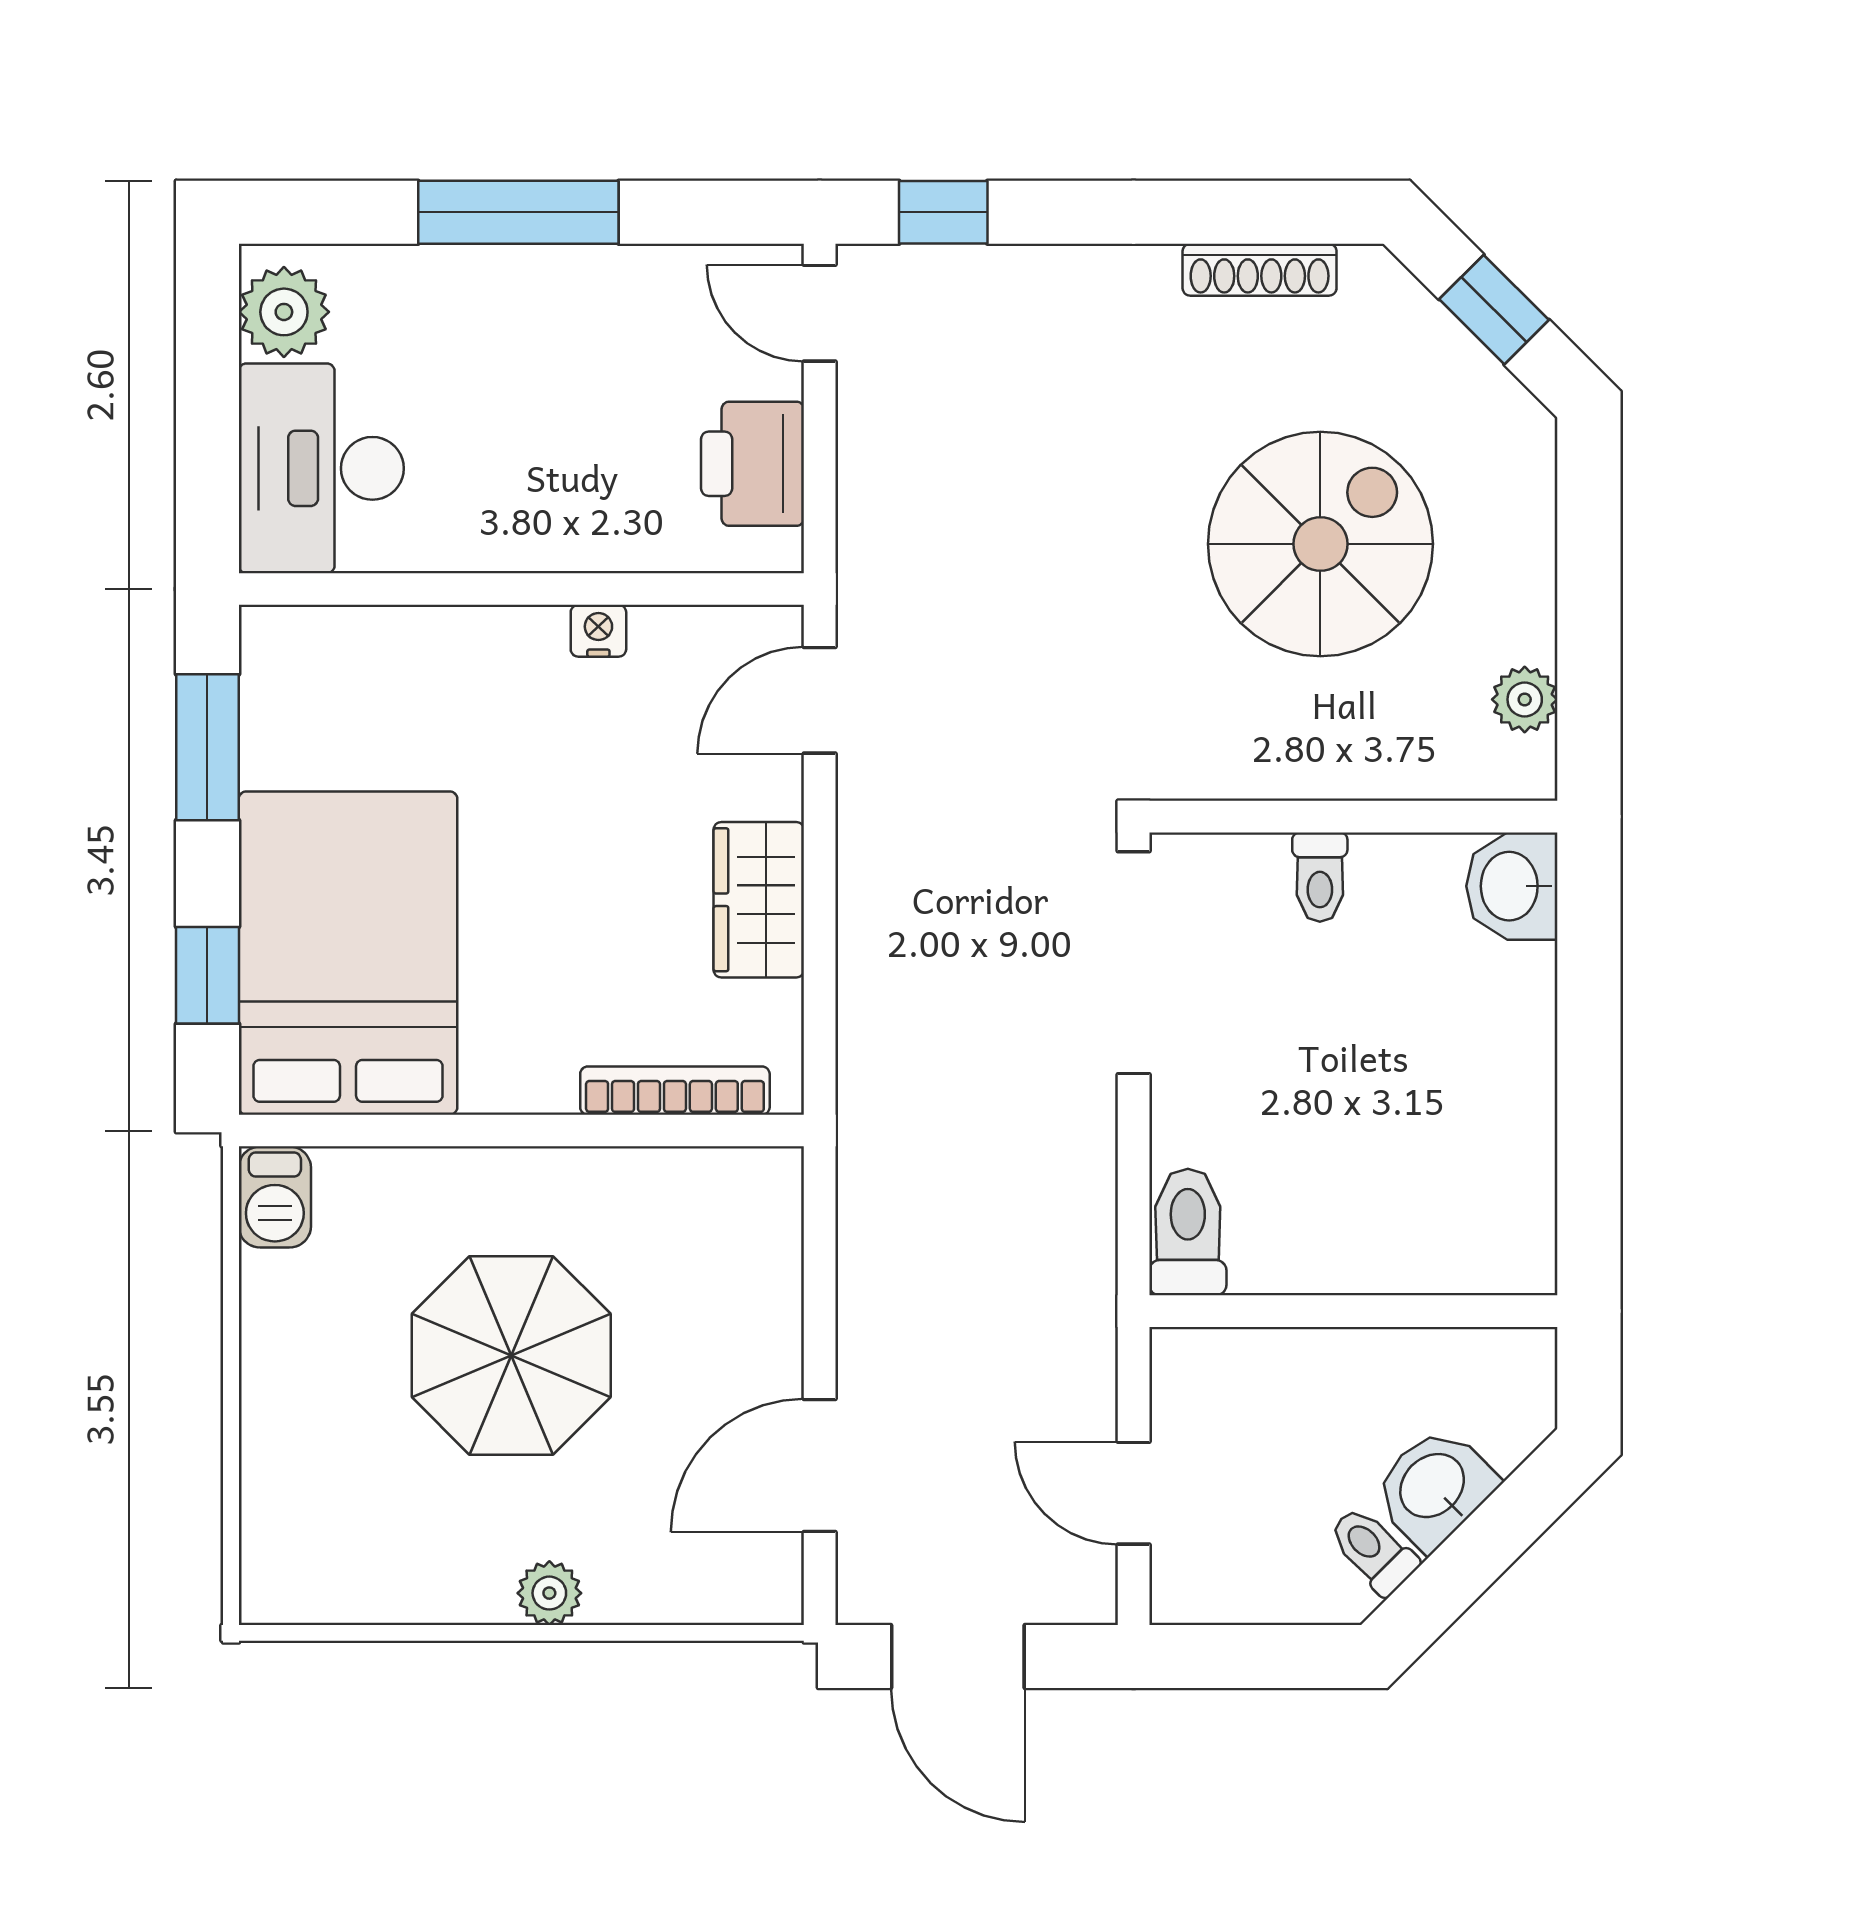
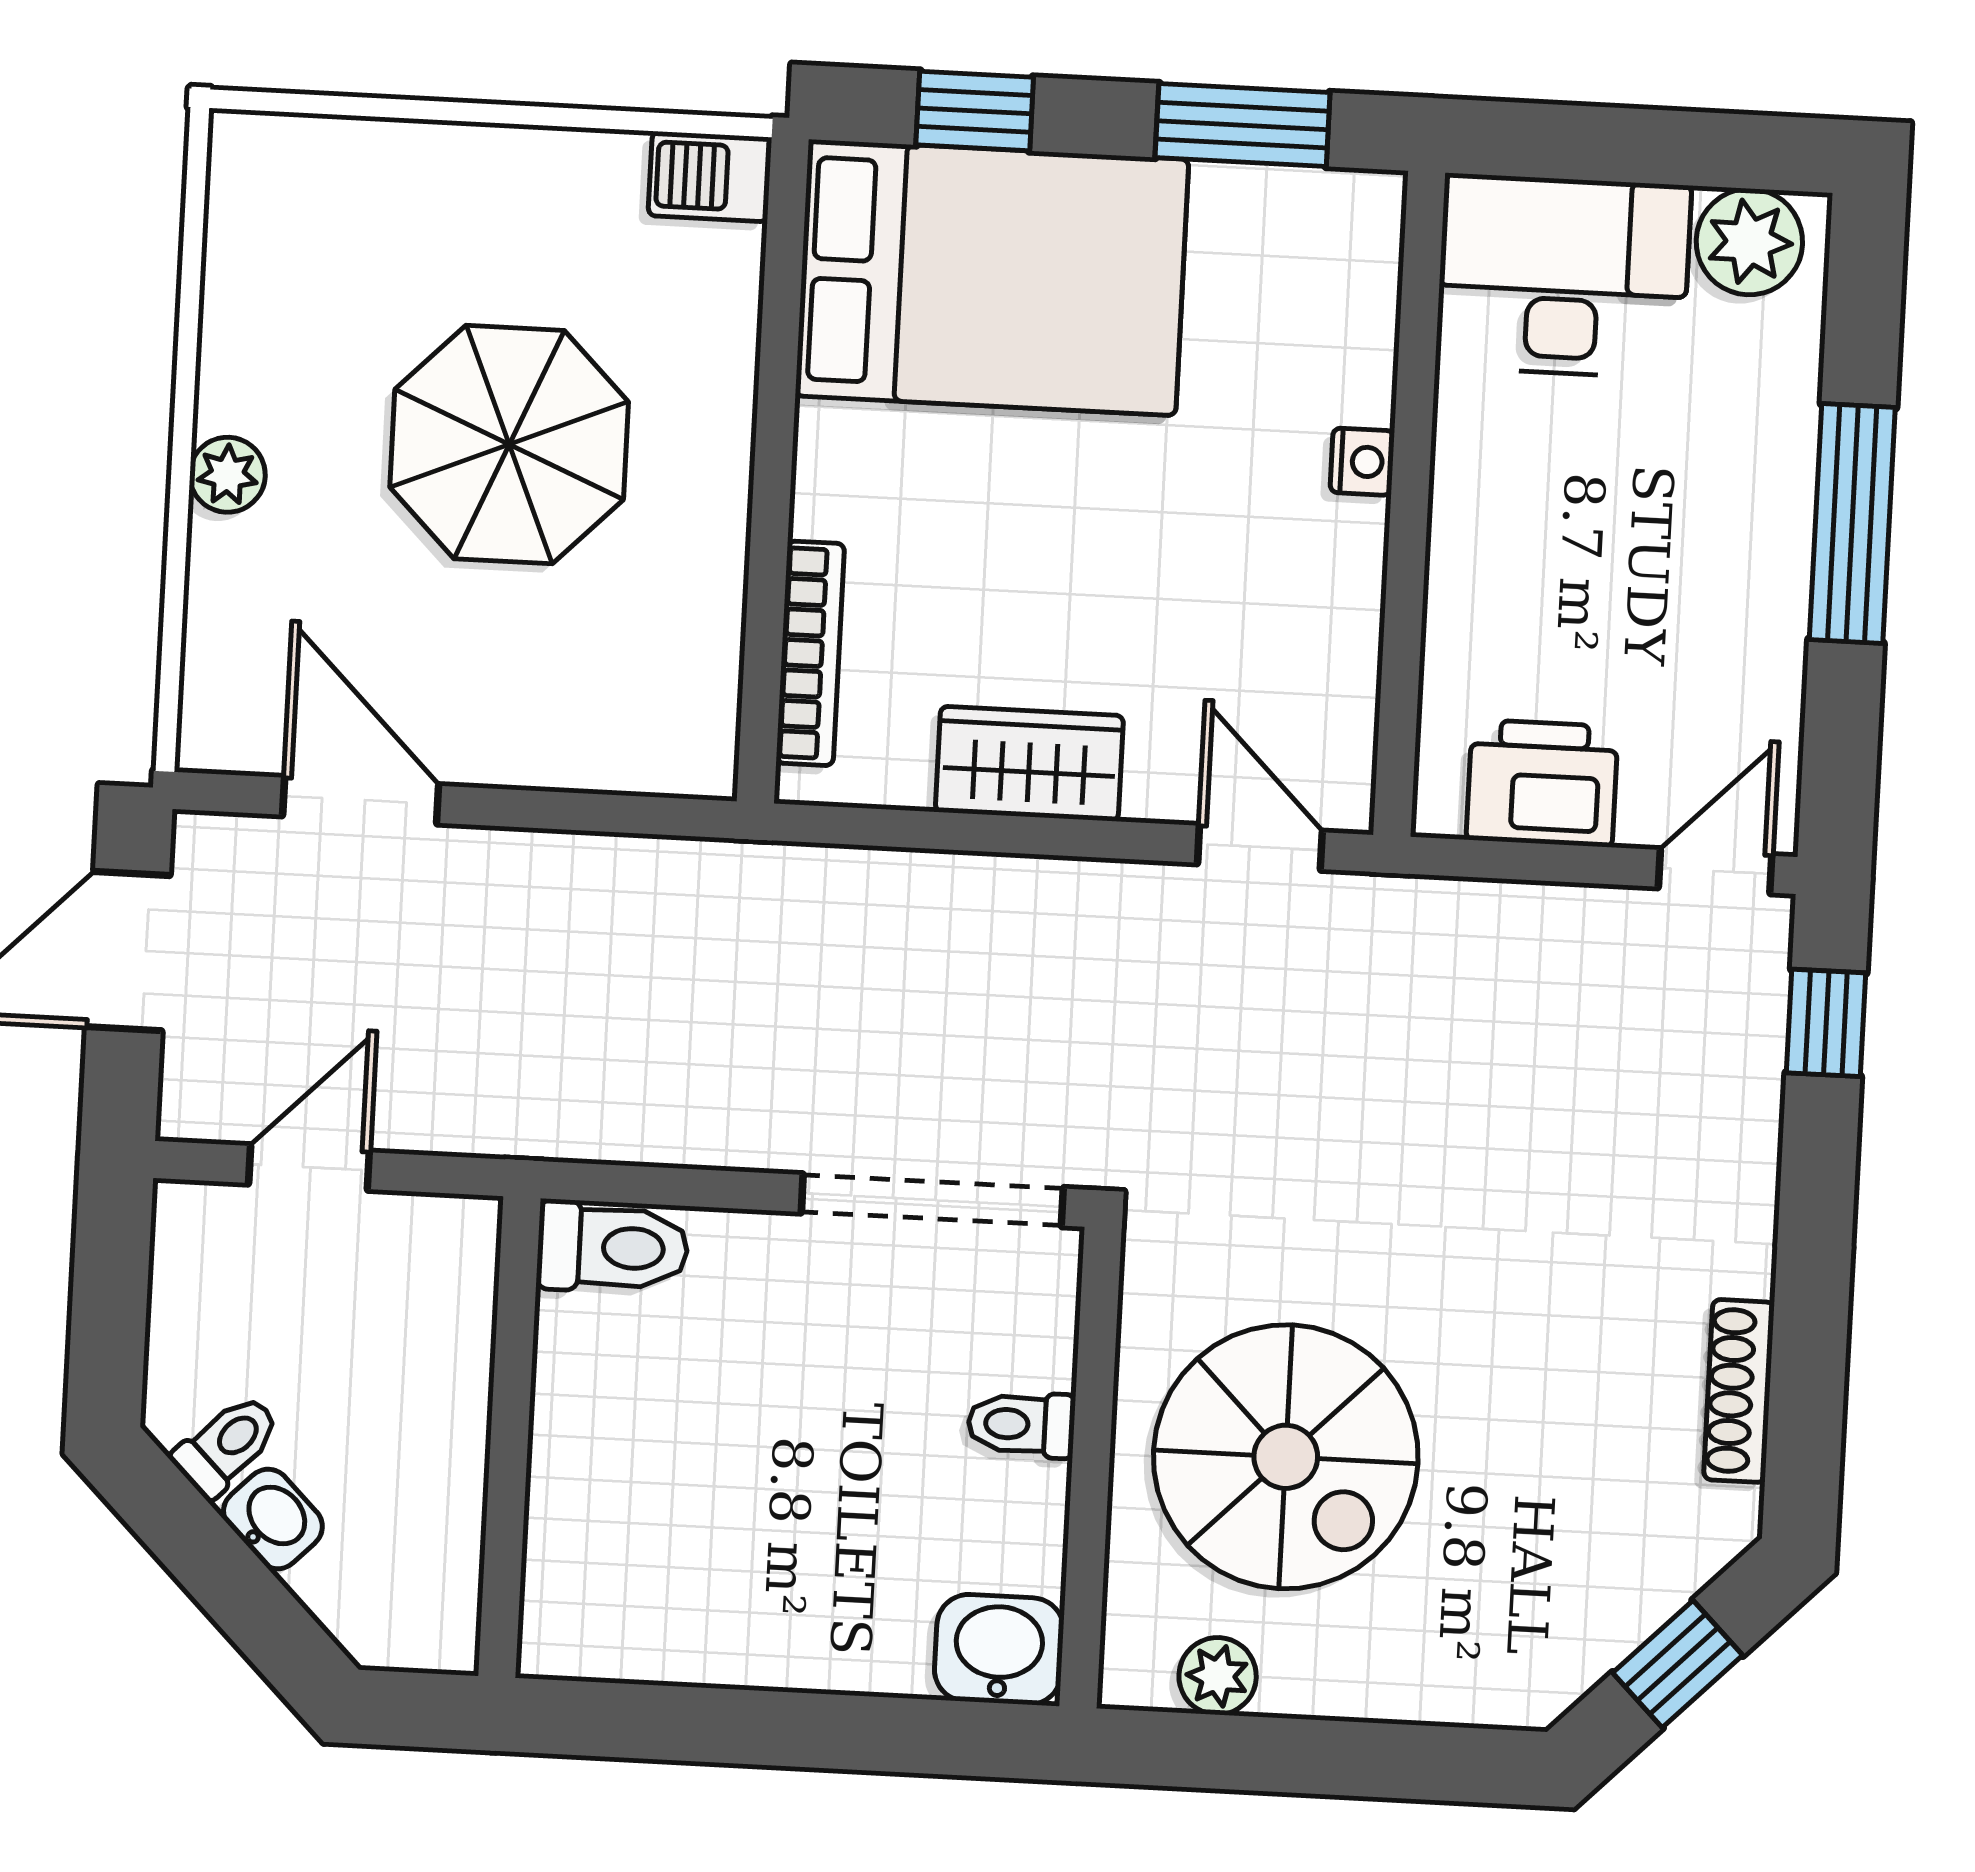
spiral stairs: (1320, 544) -> (1286, 1457), moved
nightstand: (598, 631) -> (1362, 462), moved
washbasin: (1434, 1487) -> (273, 1519), width x0.72, depth x0.69

